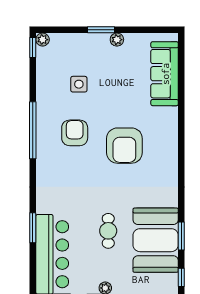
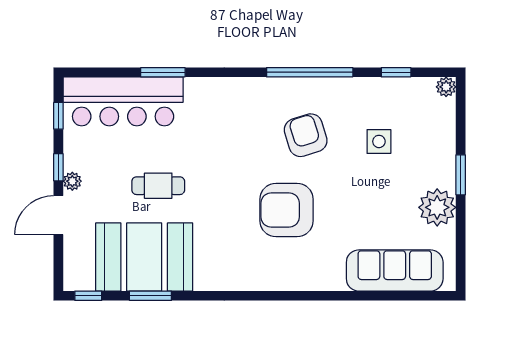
plant: (117, 40) -> (437, 207), width x1.88, depth x1.88
window: (33, 48) -> (396, 72), moved
armchair: (75, 133) -> (306, 135), turned -107

